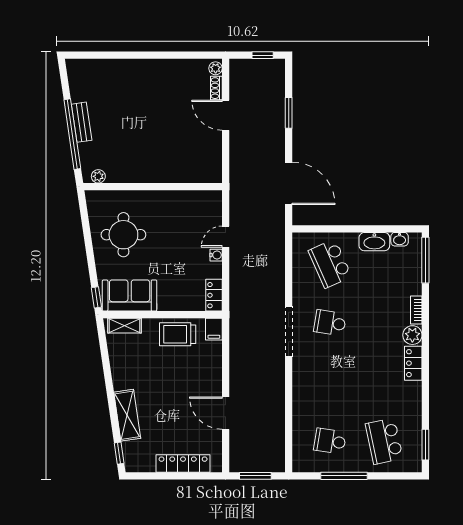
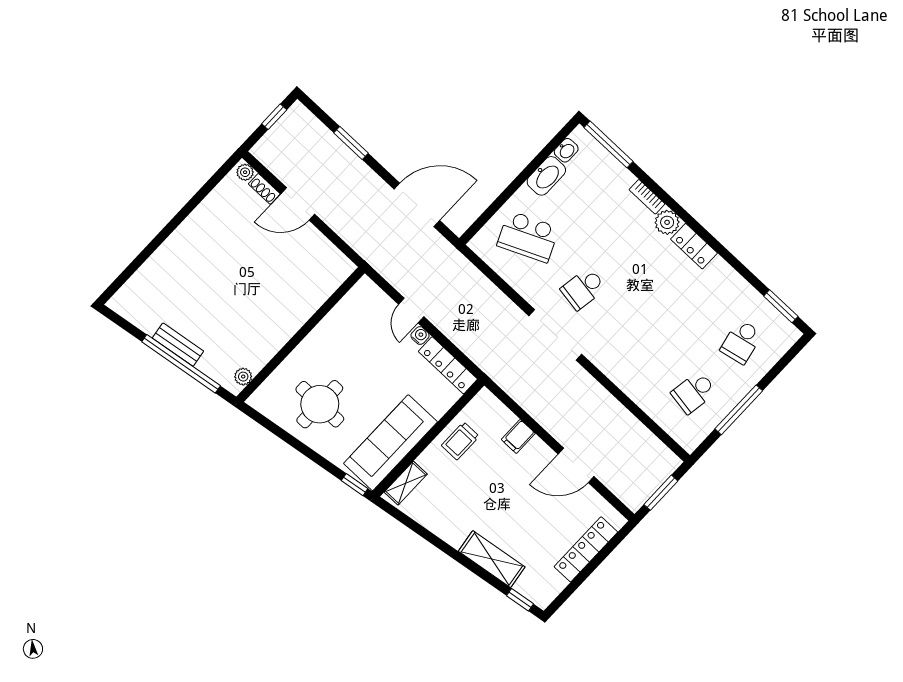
sofa: (130, 295) -> (390, 443), width x1.36
locker: (214, 295) -> (448, 365), width x1.53
filing cabinet: (214, 329) -> (518, 436), moved, turned 90
trolley: (178, 334) -> (460, 441), width x0.73, depth x0.72
school desk: (384, 441) -> (741, 342), width x0.54

